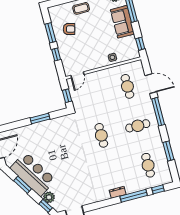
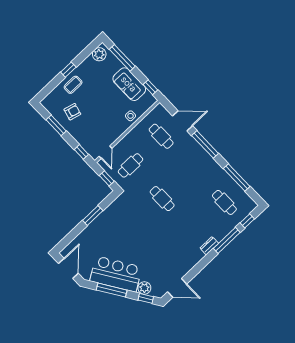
sofa: (122, 22) -> (129, 84), moved
window: (56, 55) -> (81, 152), moved
cafe table: (138, 126) -> (130, 165), moved
window: (168, 151) -> (237, 177), width x1.44
window: (23, 185) -> (112, 290), width x1.44

